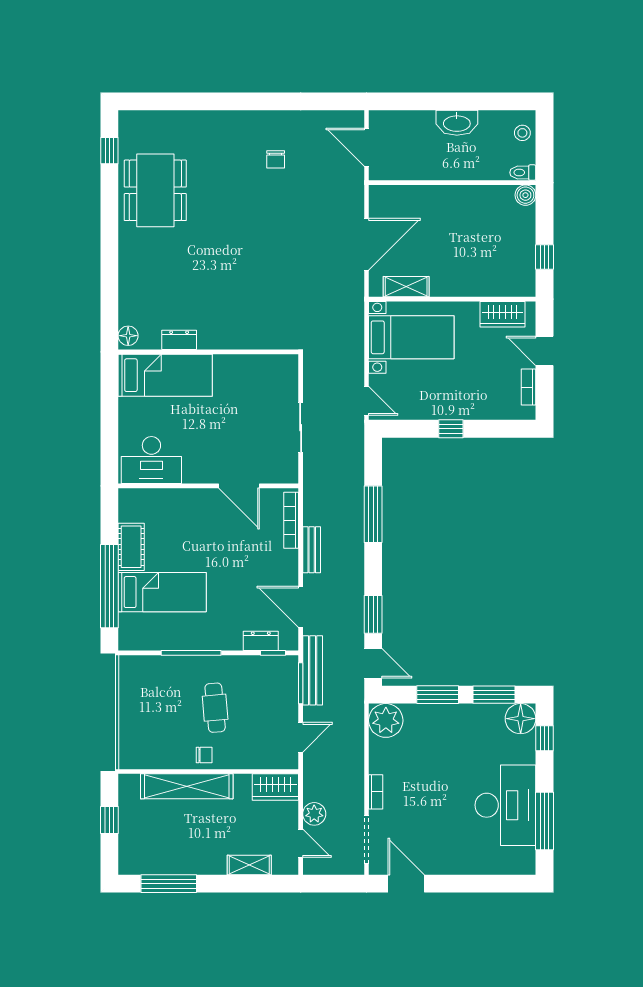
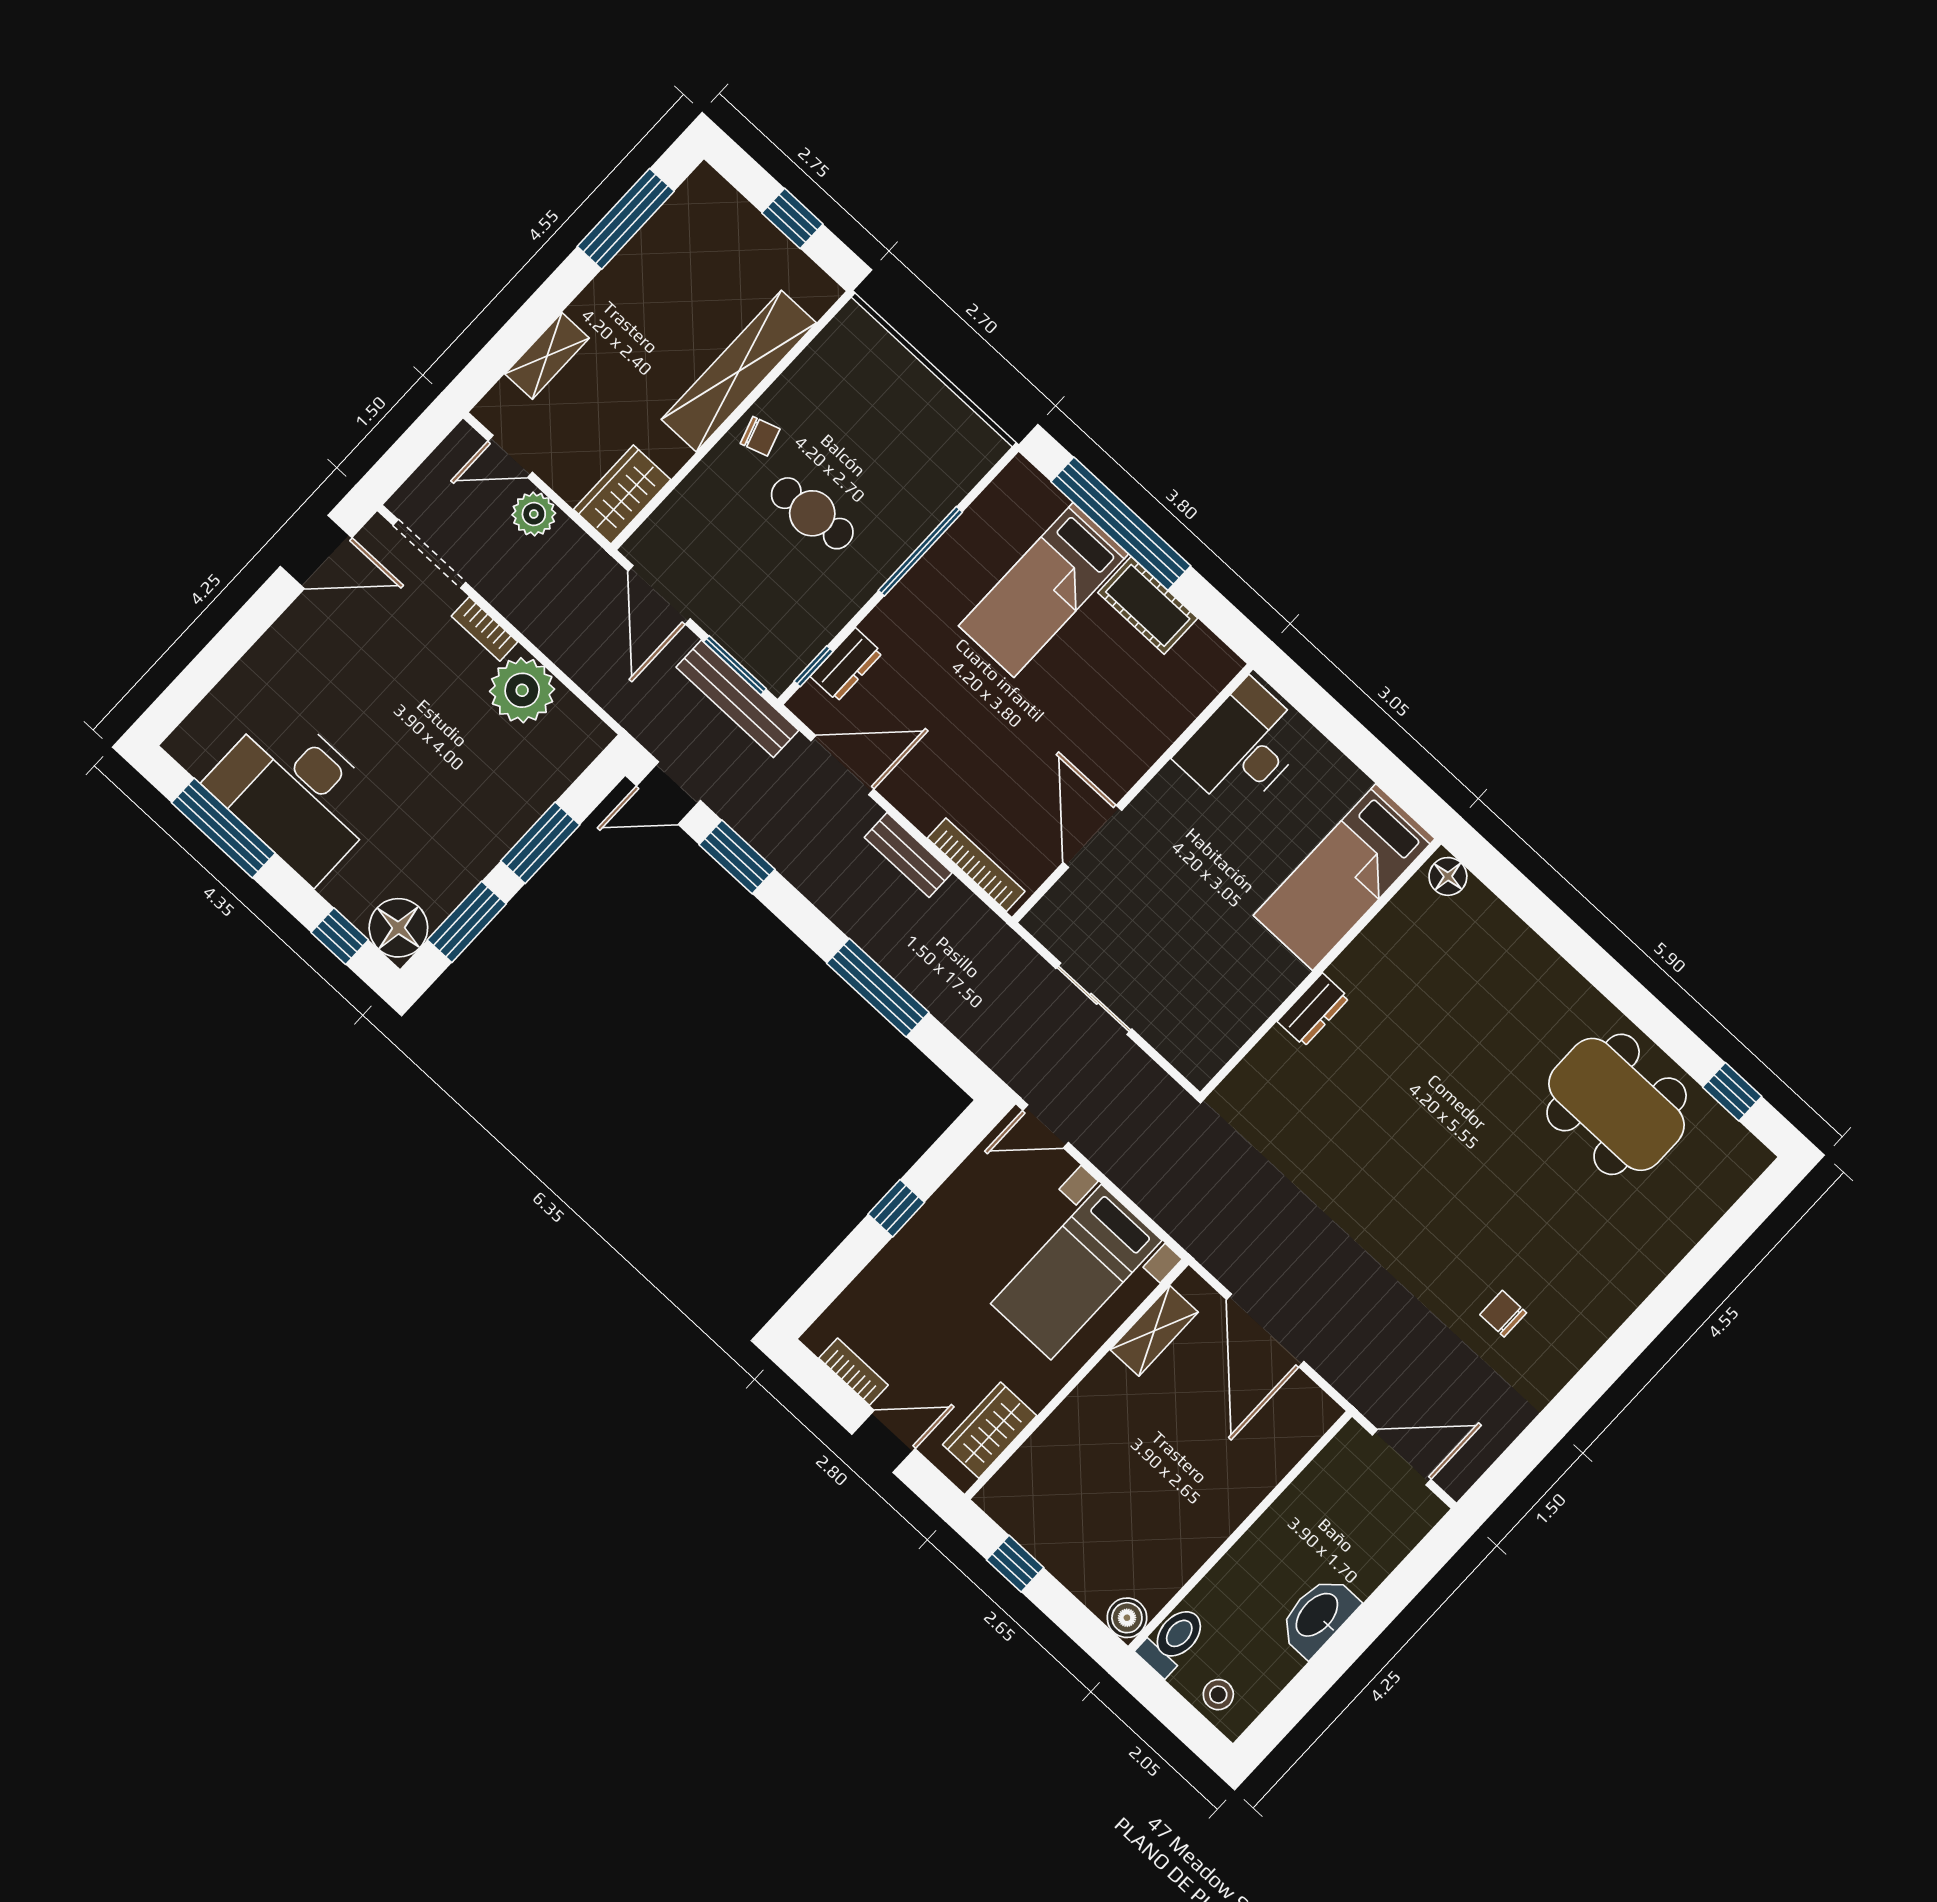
toilet: (523, 173) -> (1173, 1640), width x1.37, depth x1.39
dresser: (179, 340) -> (1313, 1010), moved
door: (239, 486) -> (1092, 836), hinge flipped
plant: (386, 720) -> (522, 690), moved
door: (301, 737) -> (659, 595), width x1.38
chair: (204, 755) -> (760, 436), turned -108

